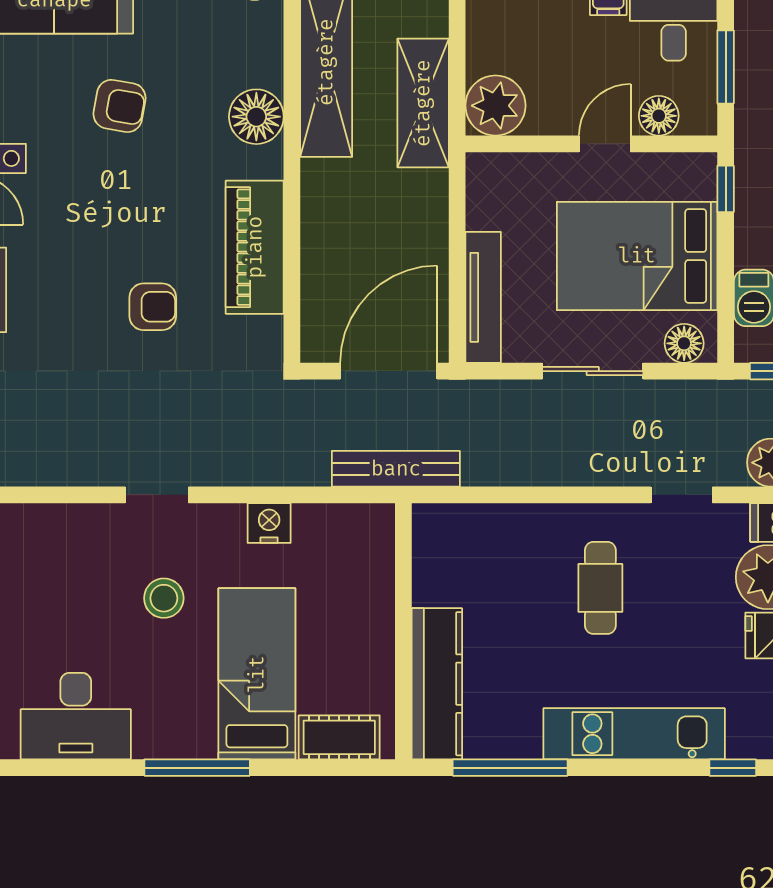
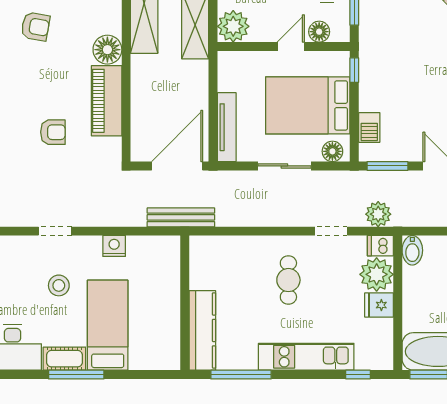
floor lamp: (256, 117) -> (107, 50), moved
cot: (339, 737) -> (64, 359), moved

